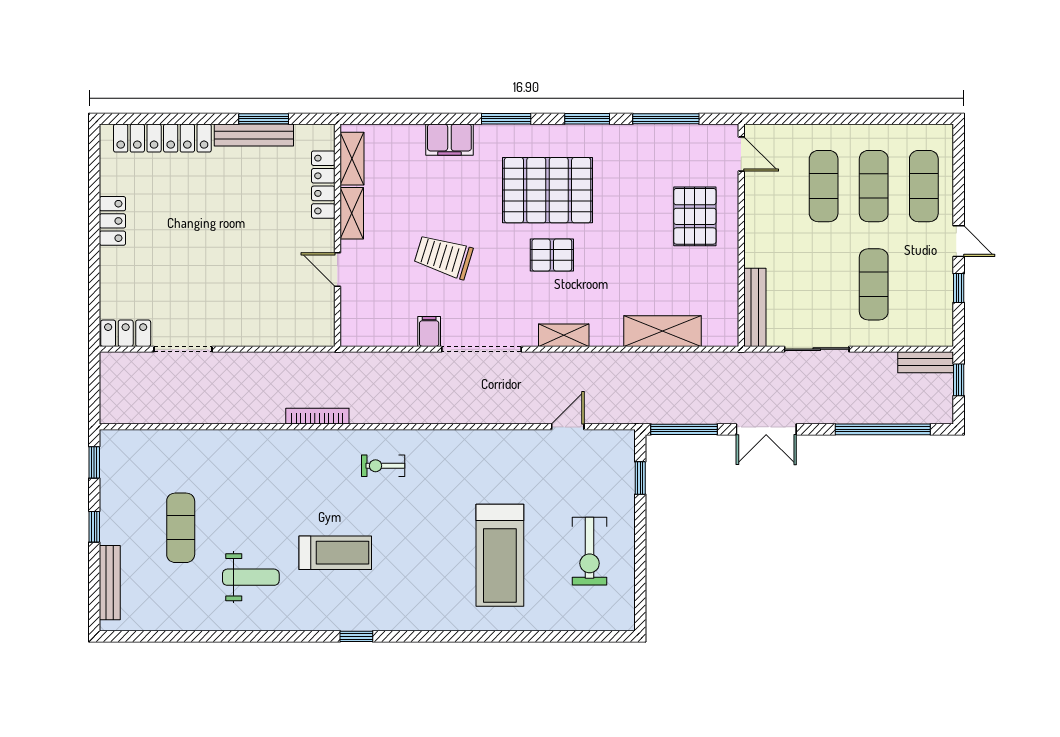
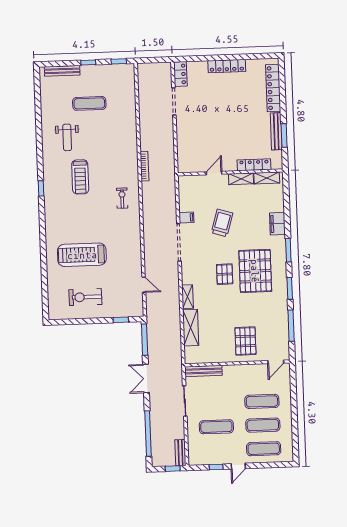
pallet: (695, 216) -> (245, 341), turned 90
locker: (112, 221) -> (227, 66), width x1.53
shelving: (564, 335) -> (188, 297), moved

